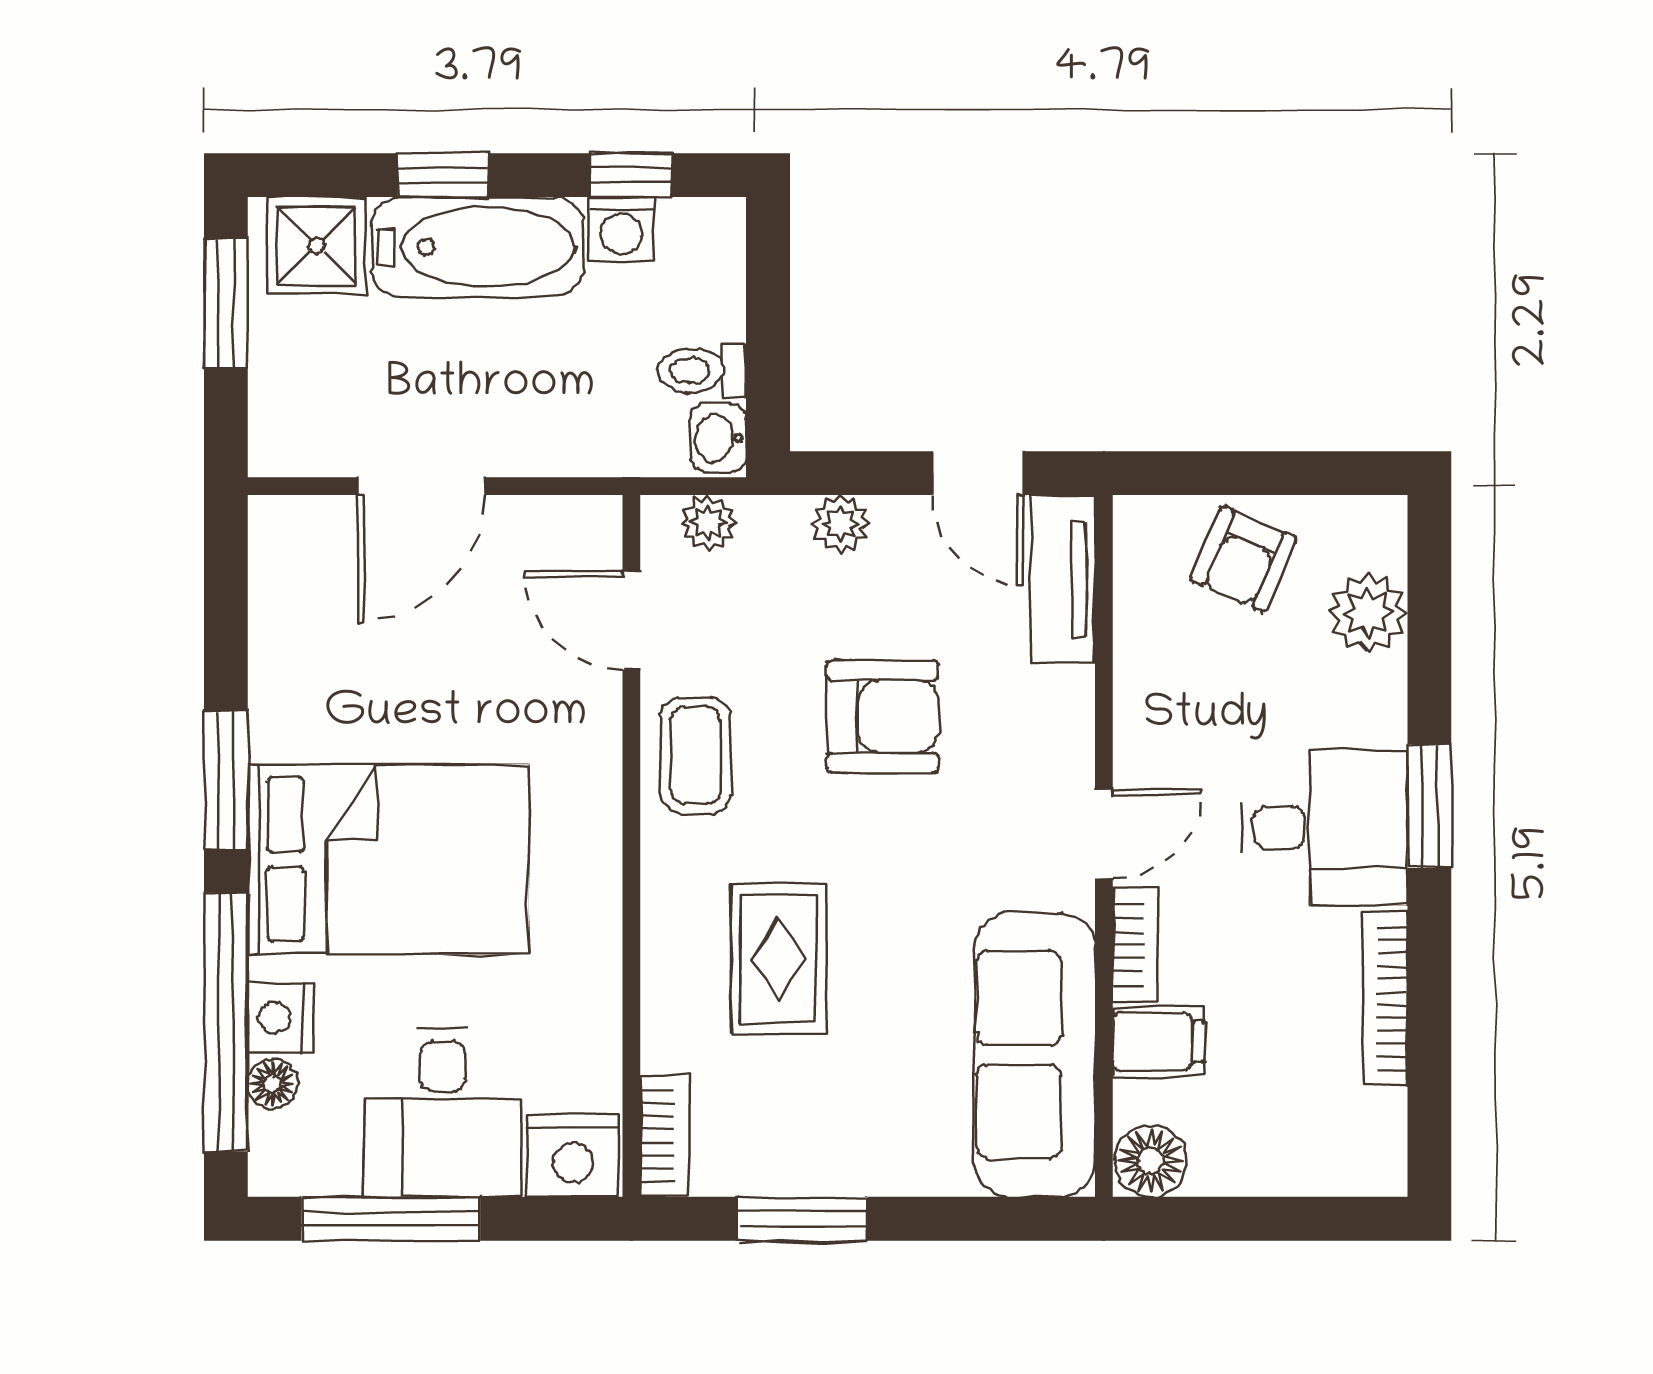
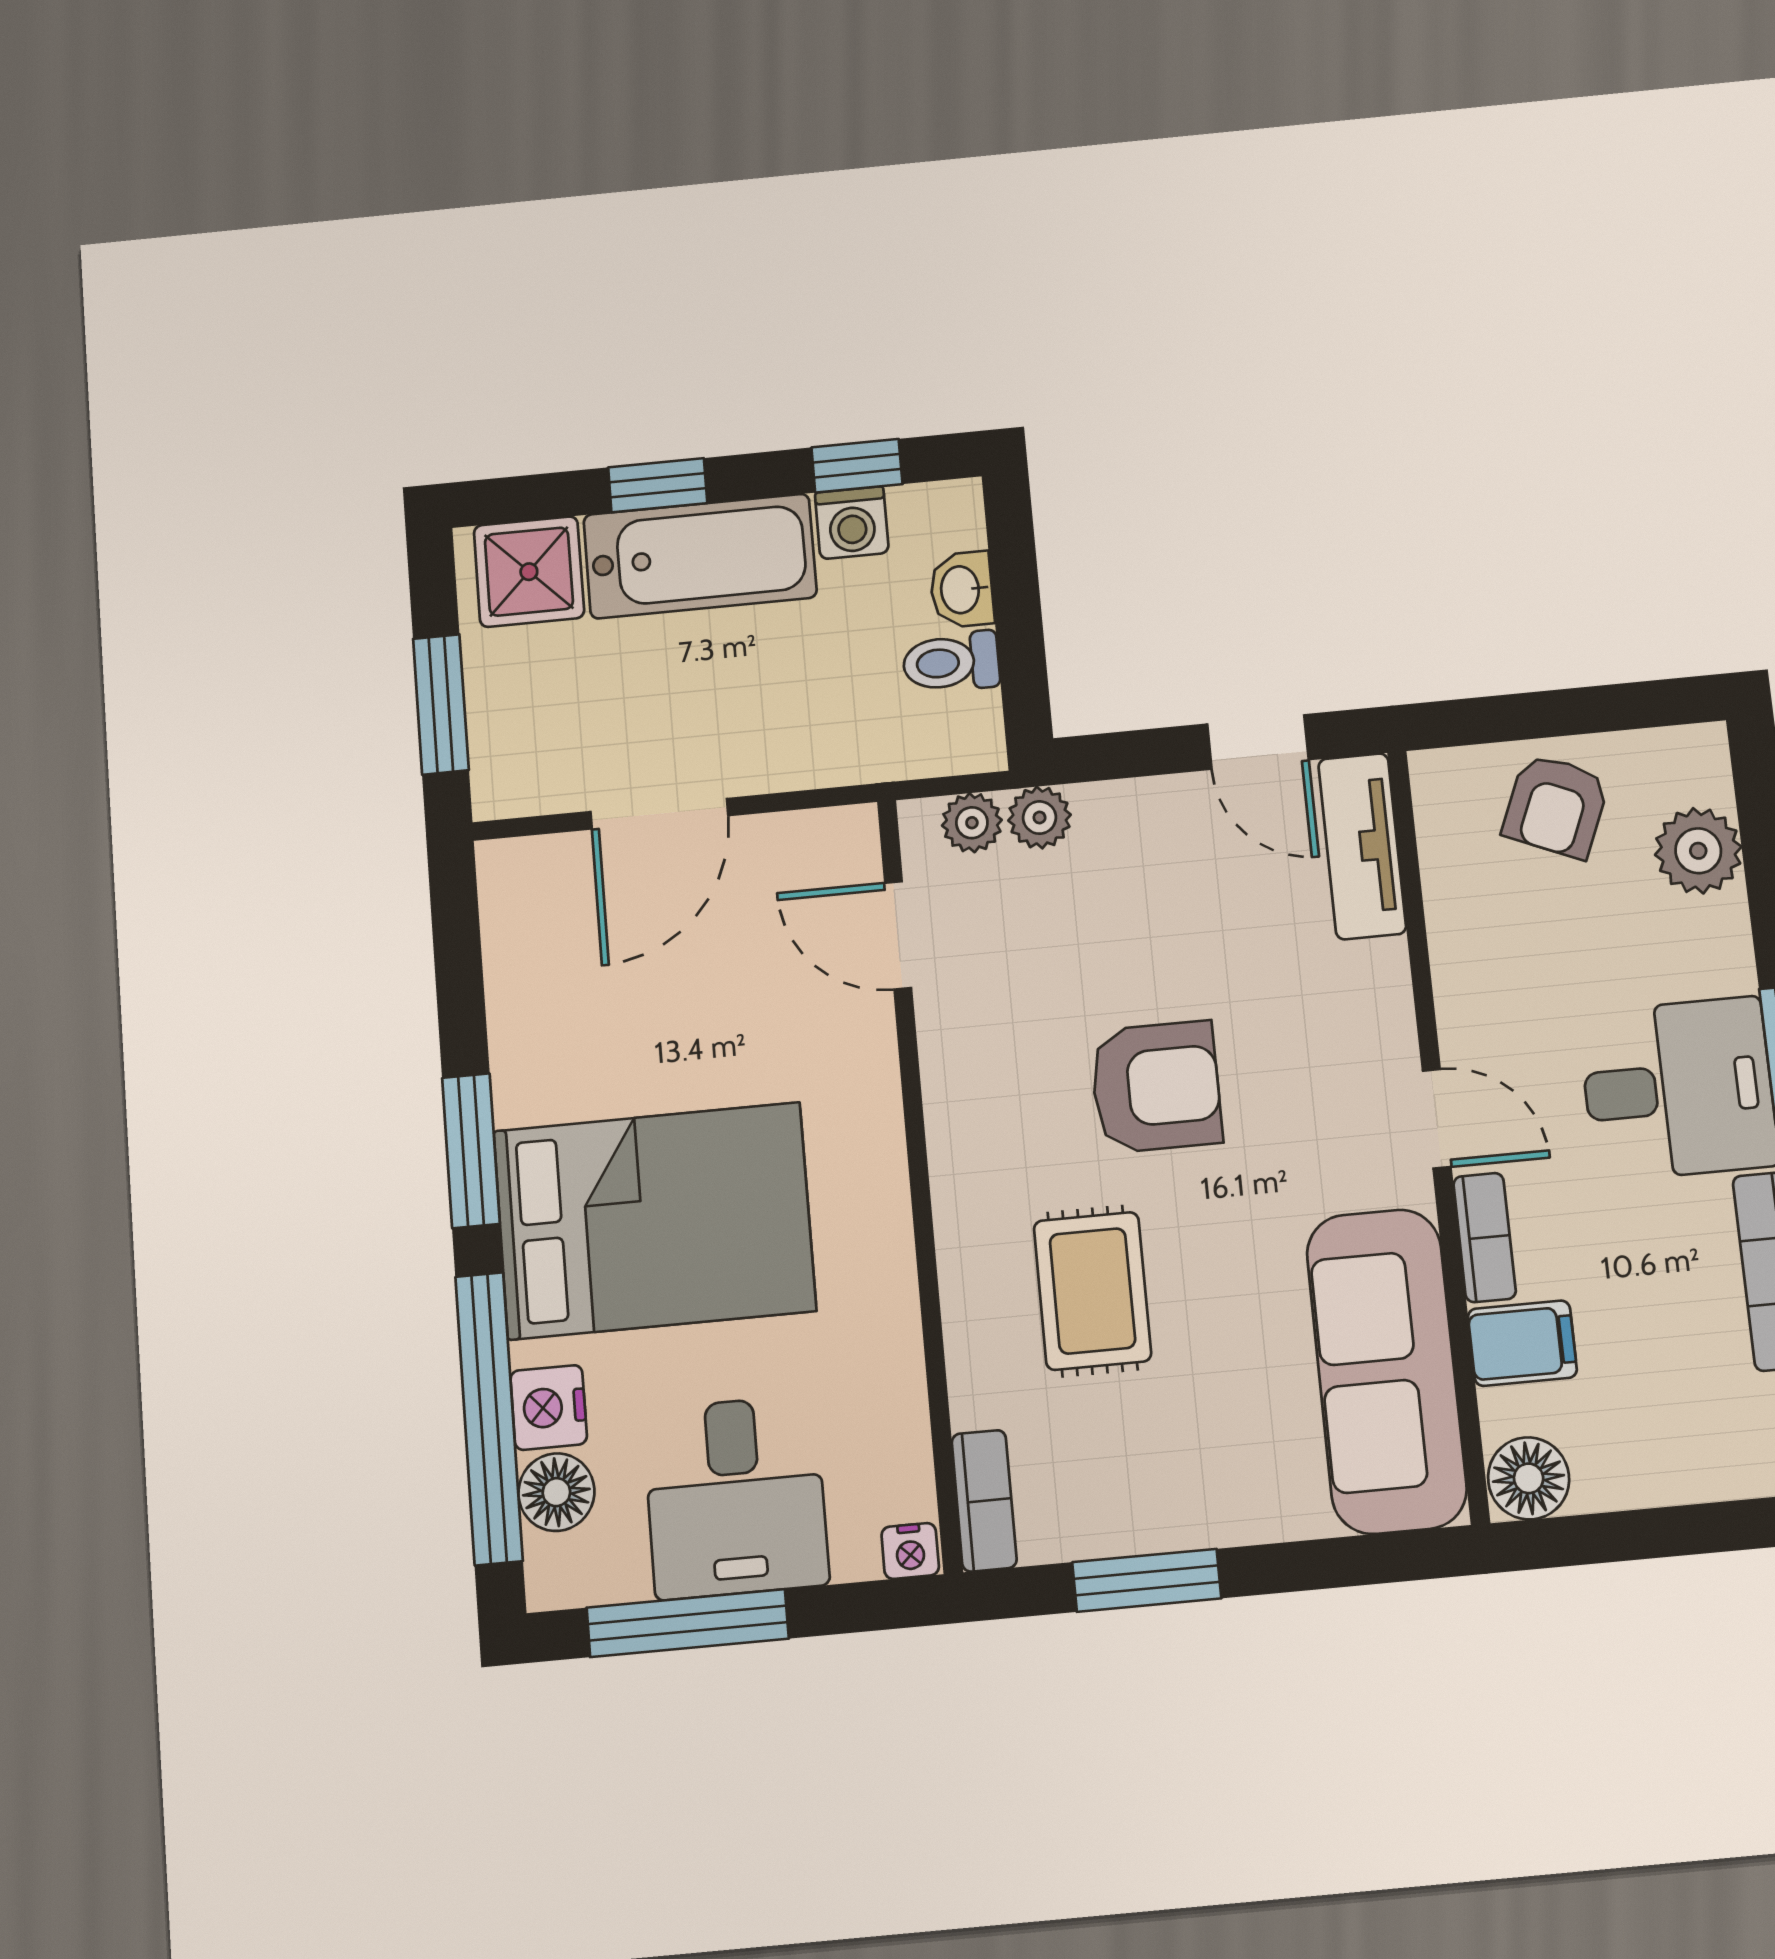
window: (226, 304) -> (441, 704), moved
washbasin: (718, 438) -> (962, 590), moved
plant: (841, 524) -> (1040, 818), moved
armchair: (883, 716) -> (1156, 1087), moved
coffee table: (696, 755) -> (981, 1075), removed
door: (1104, 834) -> (1437, 1119), hinge flipped
floor lamp: (273, 1084) -> (556, 1492), width x1.37, depth x1.37
nightstand: (573, 1156) -> (910, 1551), width x0.53, depth x0.56

